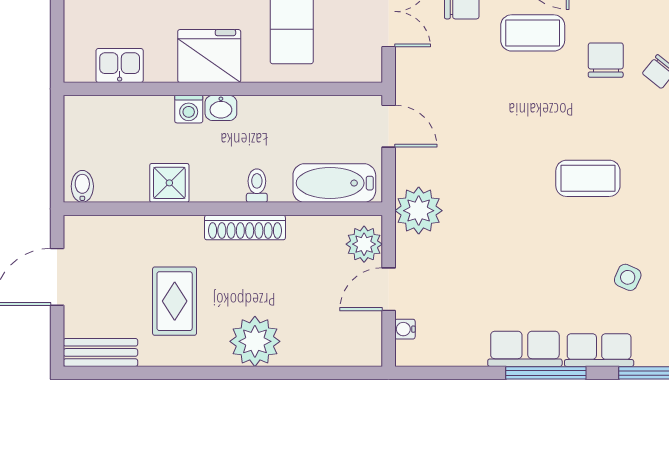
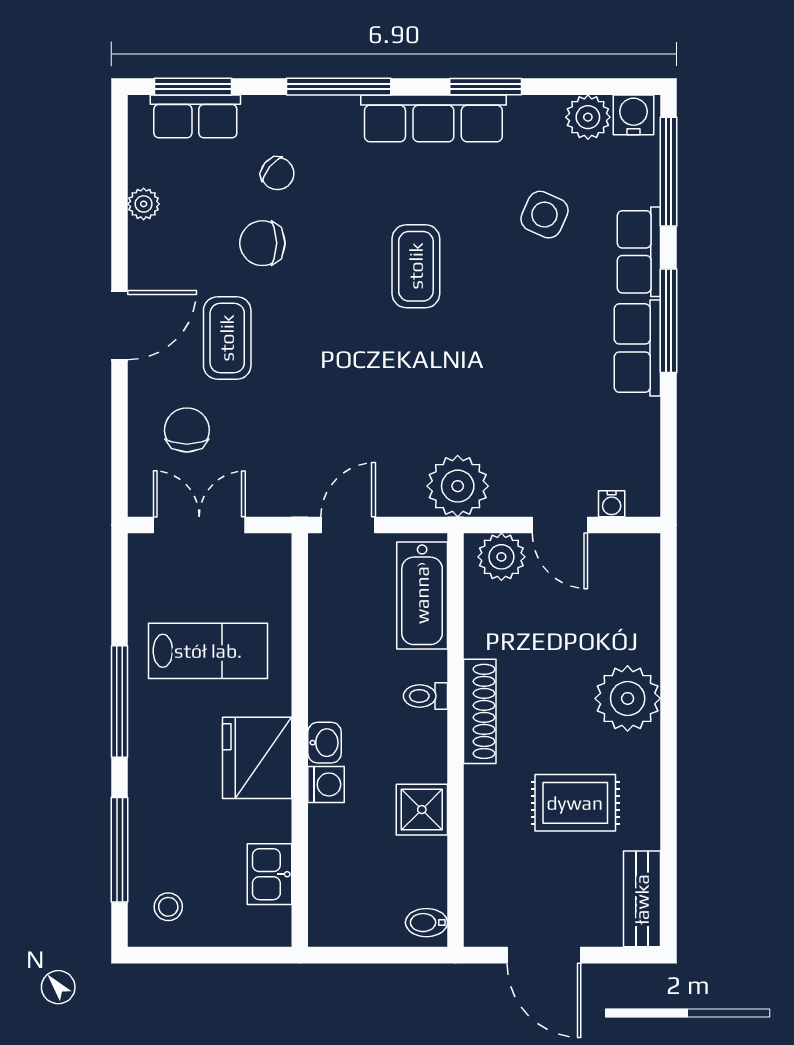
side table: (628, 277) -> (544, 215), width x1.37, depth x1.37

